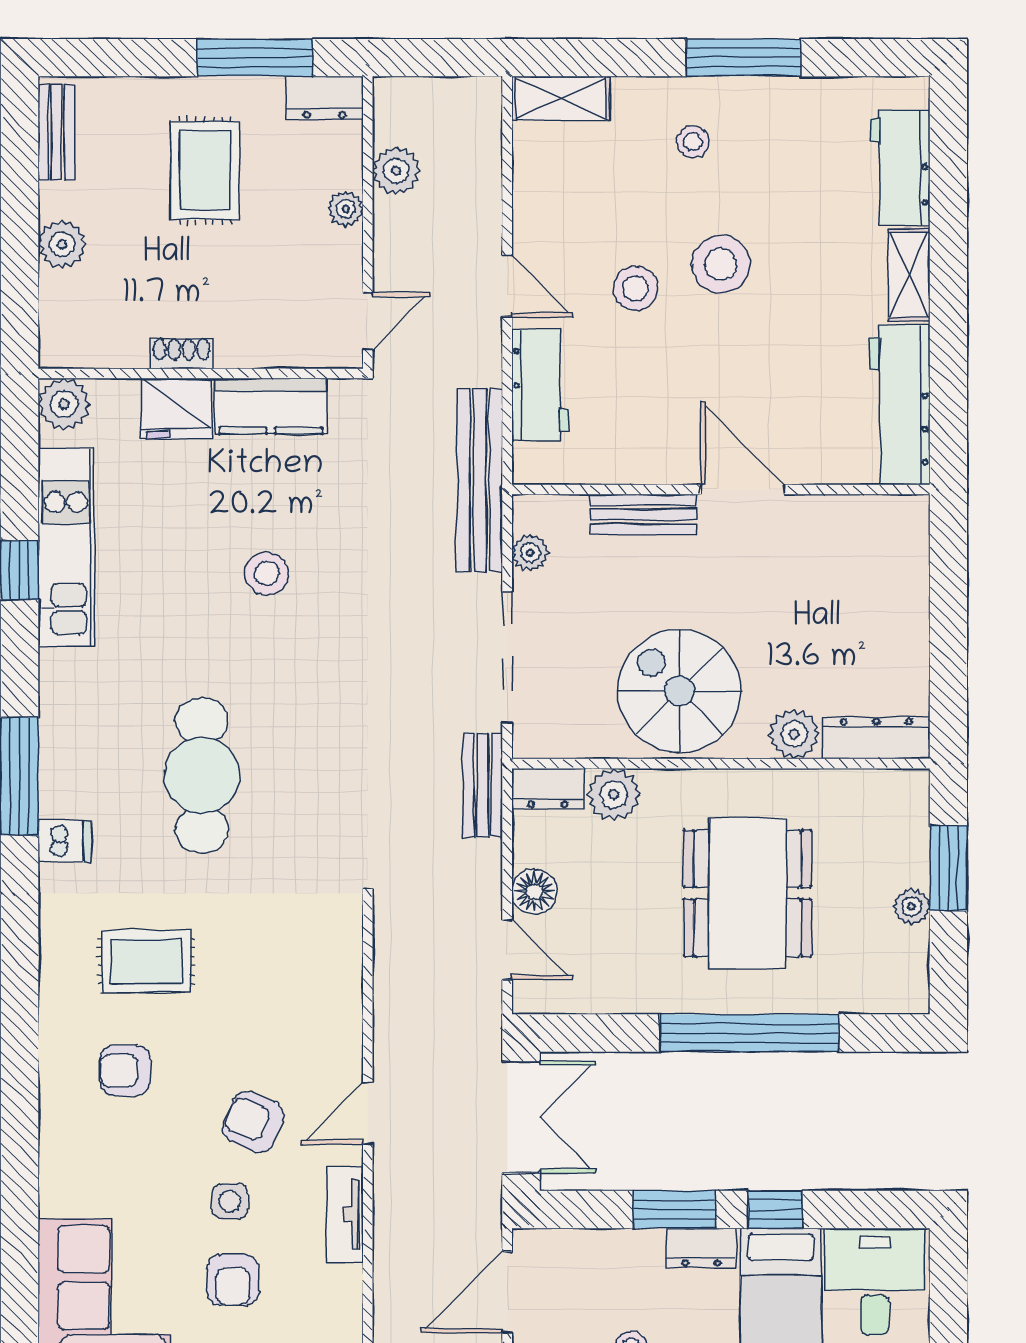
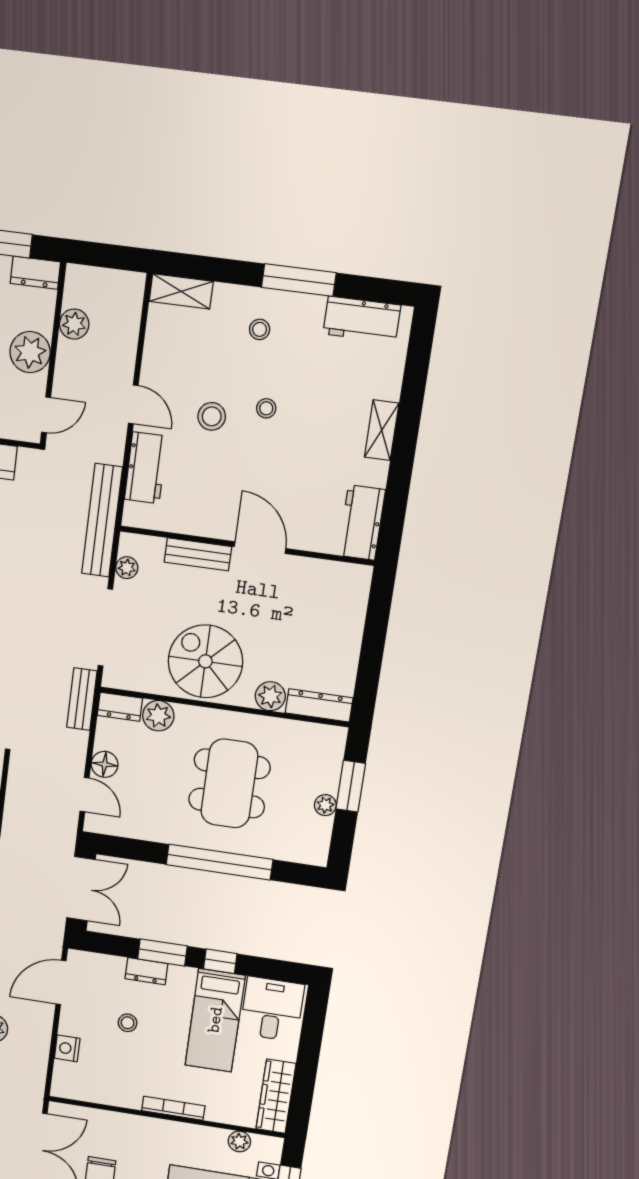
workbench: (900, 167) -> (362, 319), moved, turned -90
plant: (346, 209) -> (30, 352), width x1.87, depth x1.87
stool: (721, 264) -> (266, 408), width x0.53, depth x0.53
workbench: (900, 405) -> (362, 523), width x0.73
dresser: (701, 1248) -> (146, 971), moved

